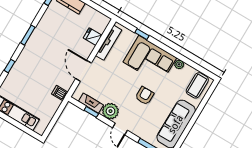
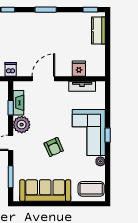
window: (142, 34) -> (108, 135), moved
tv unit: (109, 43) -> (82, 86), width x0.71
armchair: (145, 96) -> (54, 147), turned 66

